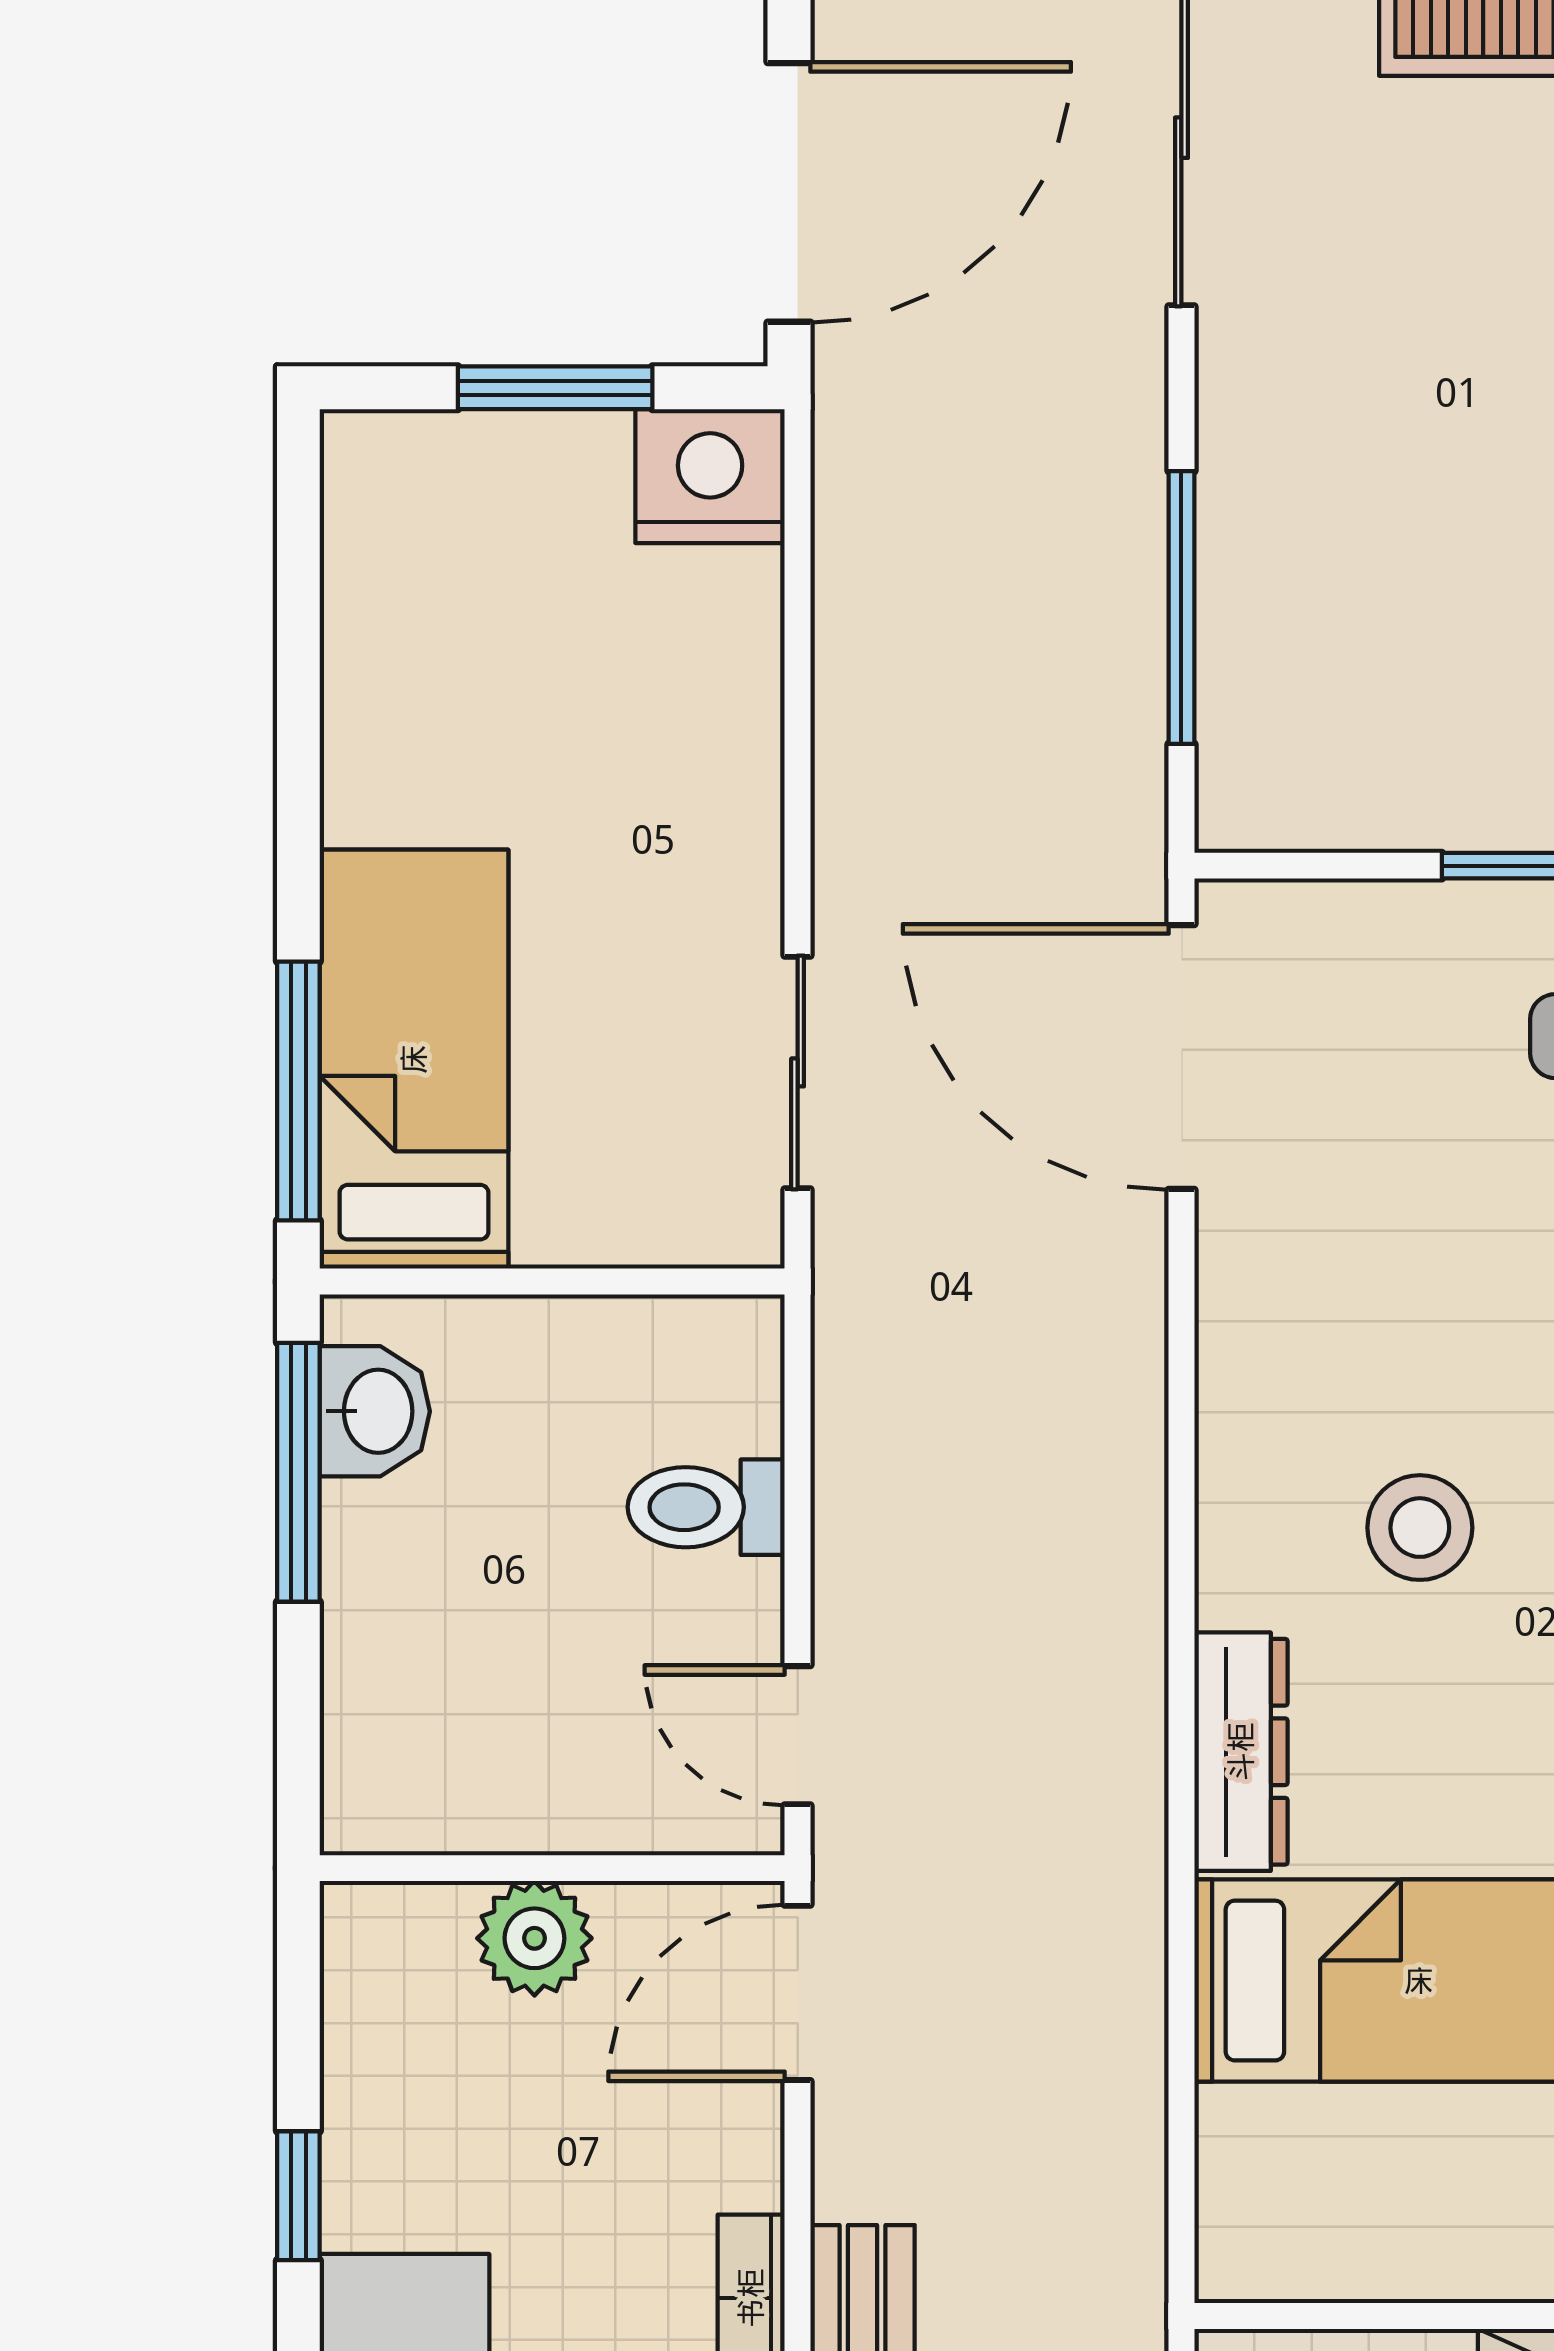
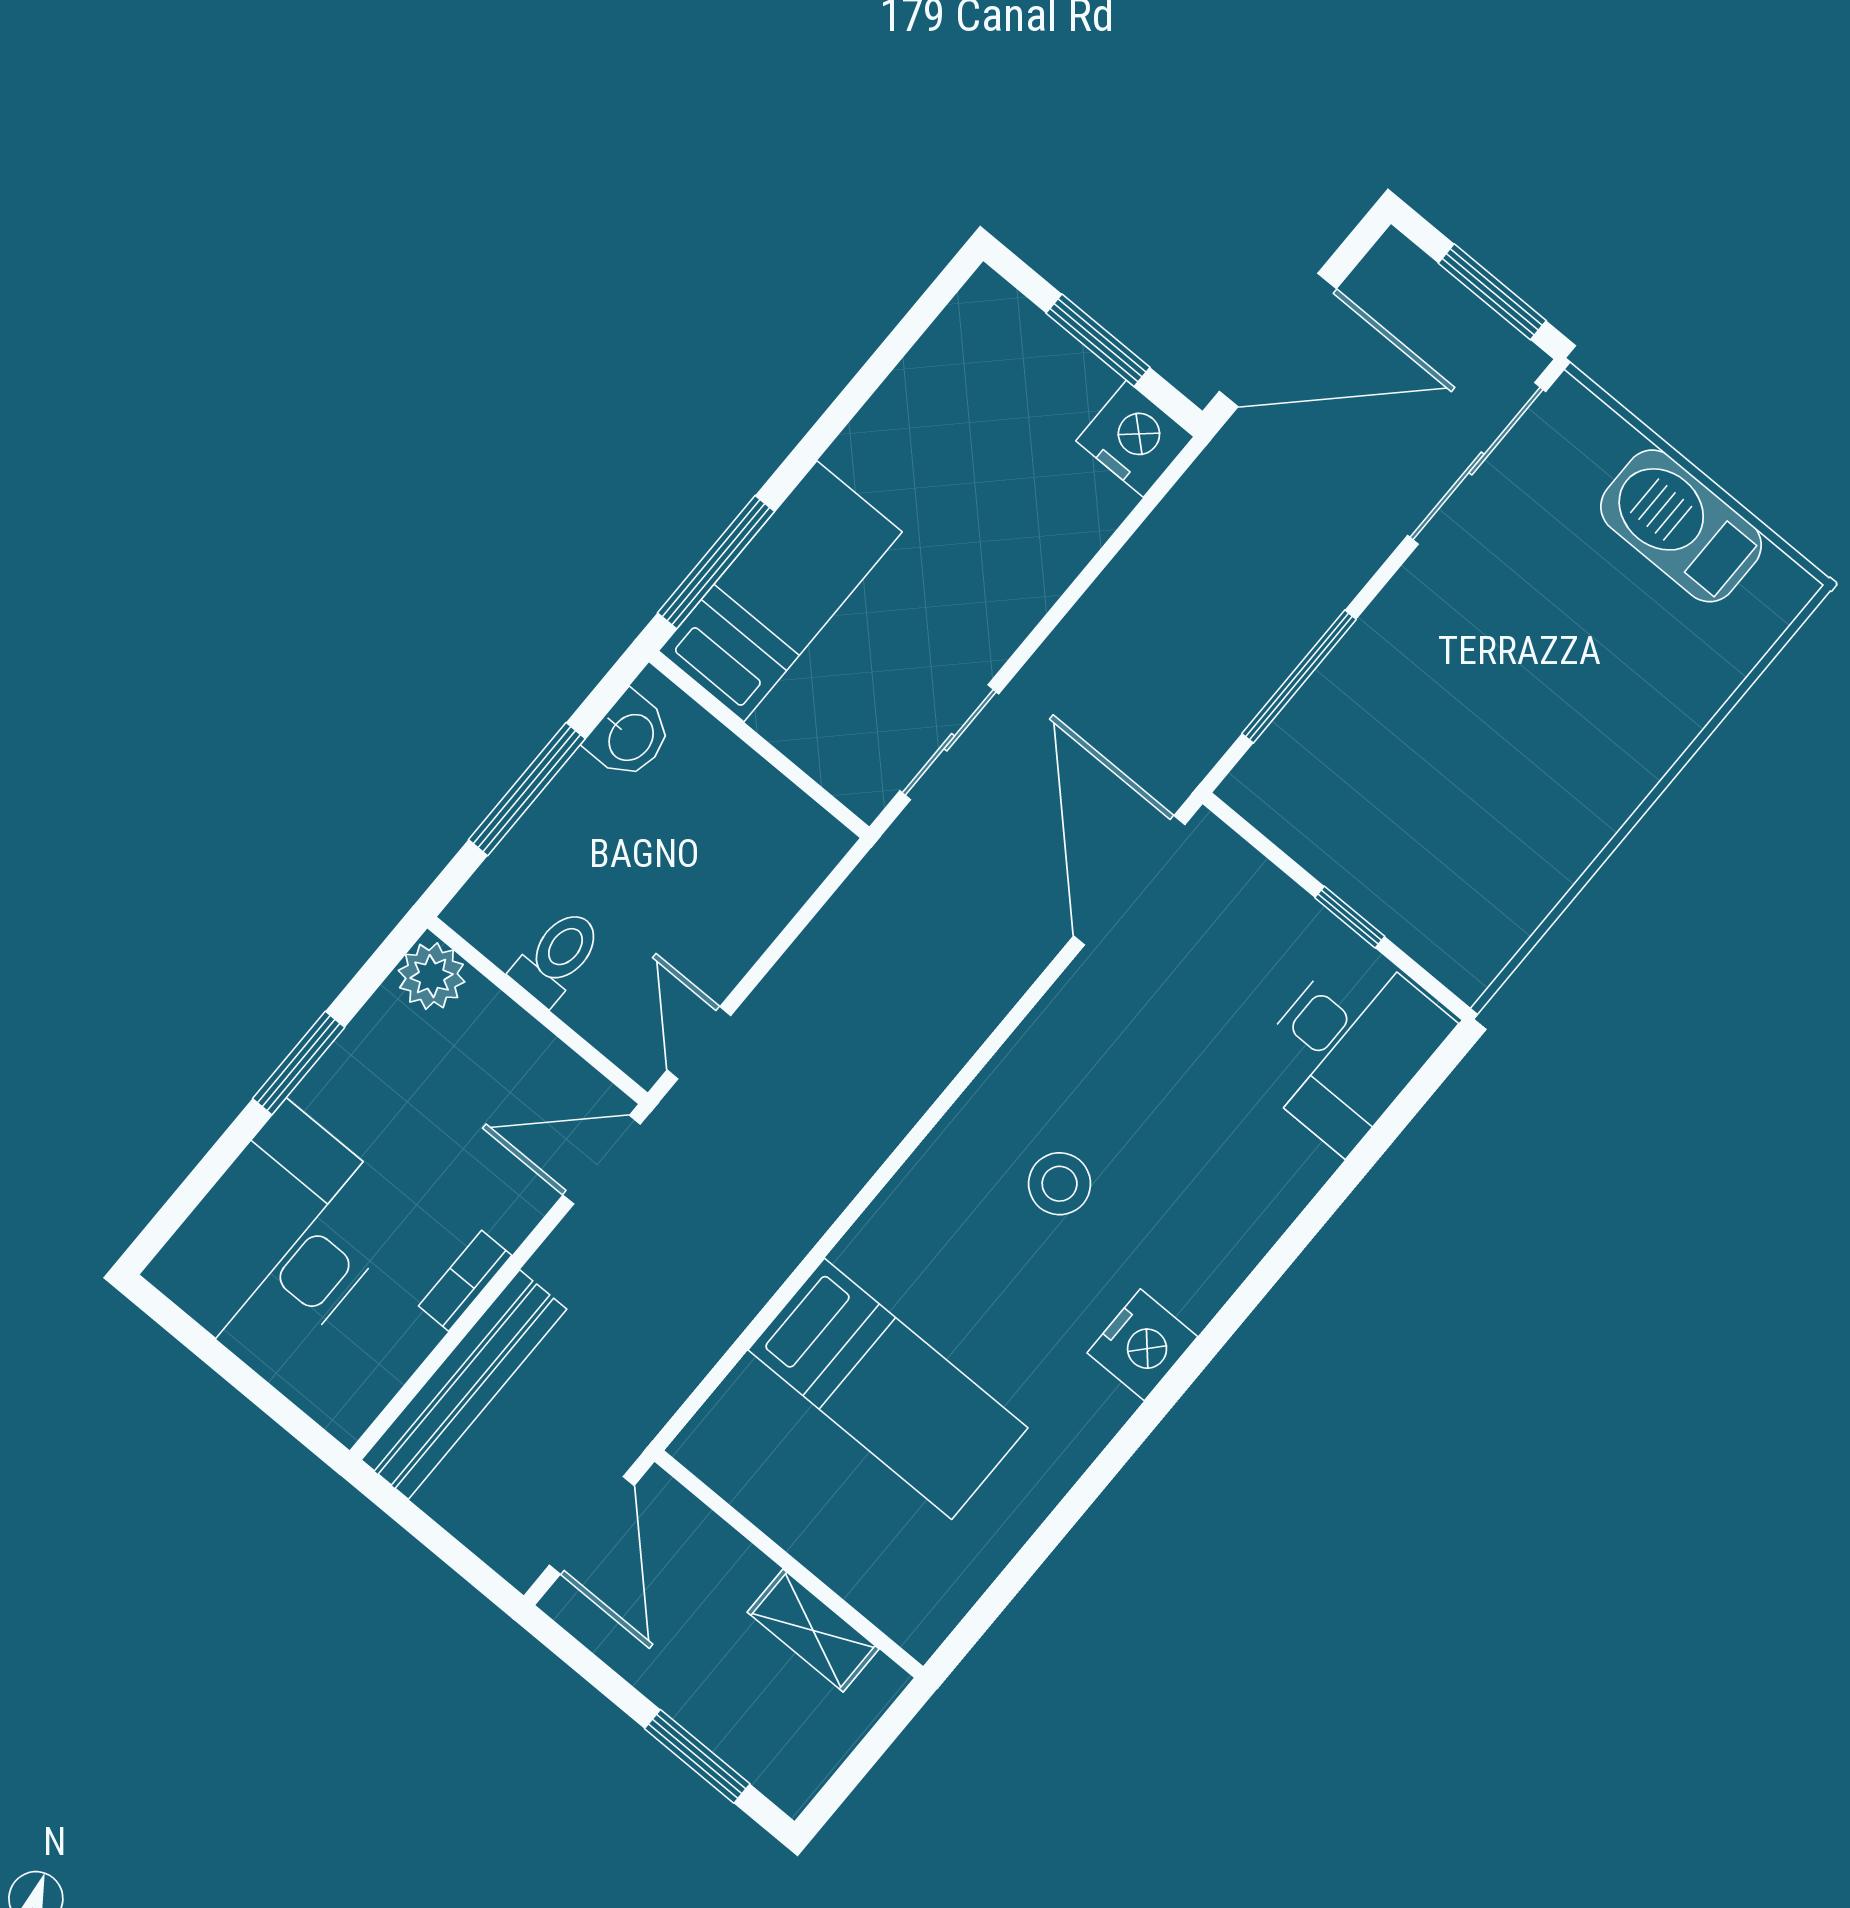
window: (298, 1472) -> (527, 789), moved
toilet: (706, 1507) -> (557, 957), moved, turned 90
dresser: (1241, 1752) -> (894, 1218), removed
plant: (534, 1938) -> (432, 976), moved
window: (298, 2196) -> (299, 1063), width x1.50

